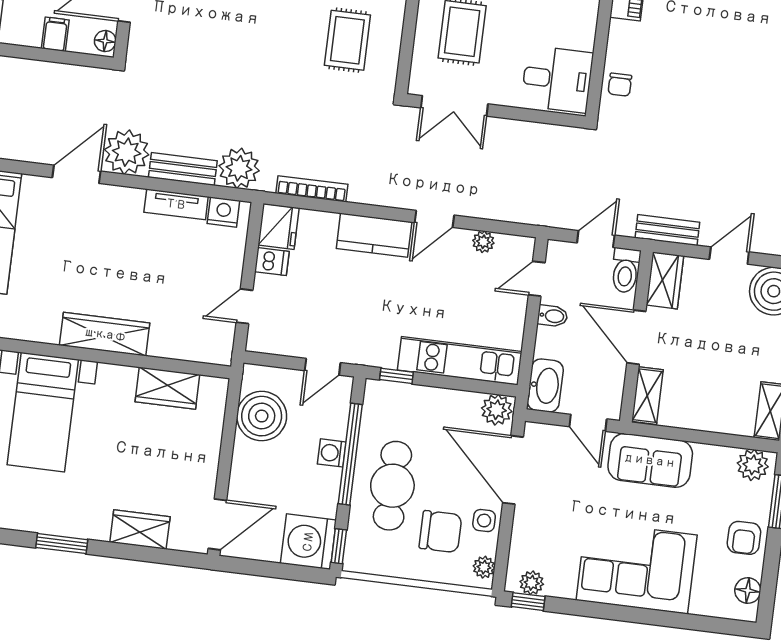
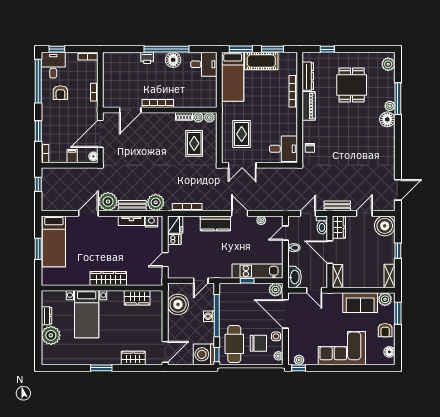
door: (434, 219) -> (240, 213), swing flipped
window: (396, 376) -> (247, 281), moved
sofa: (650, 460) -> (360, 303), moved
cafe table: (392, 486) -> (234, 344), moved

